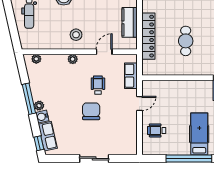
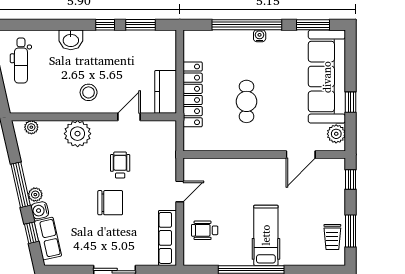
kitchen counter: (130, 22) -> (166, 92), moved
plant: (73, 59) -> (78, 134), width x1.87, depth x1.87
row of seats: (131, 76) -> (167, 238), moved, width x1.48
chair: (91, 111) -> (110, 203), turned 90
window: (39, 143) -> (31, 233), moved

